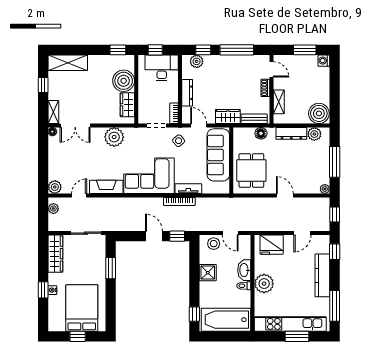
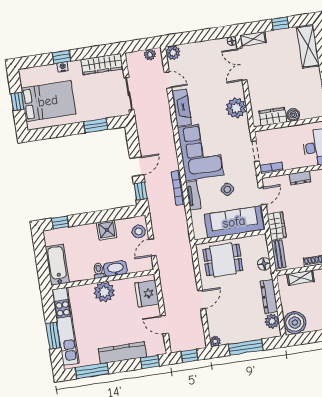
boiler: (124, 81) -> (293, 115), width x0.54, depth x0.54
dresser: (187, 93) -> (300, 178), width x0.70
side table: (179, 141) -> (227, 189), moved
bathtub: (226, 320) -> (57, 265), width x0.73, depth x0.73

